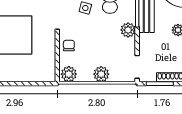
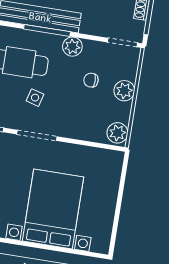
chair: (69, 46) -> (91, 80), moved

